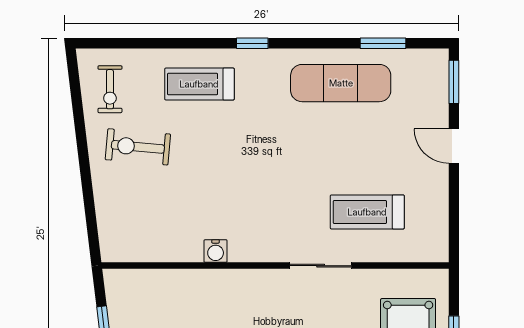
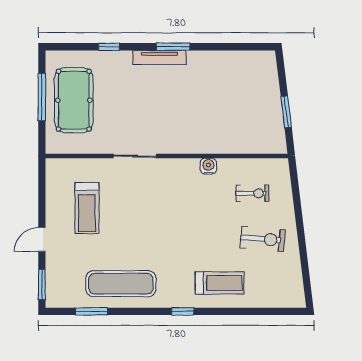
exercise bike: (110, 89) -> (253, 193), moved, turned 90
door: (454, 146) -> (42, 240), swing flipped
treadmill: (367, 212) -> (87, 208), moved, turned 90

